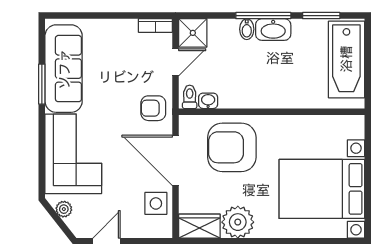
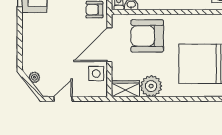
corner sofa: (73, 154) -> (41, 40), removed
door: (176, 160) -> (109, 45), hinge flipped

